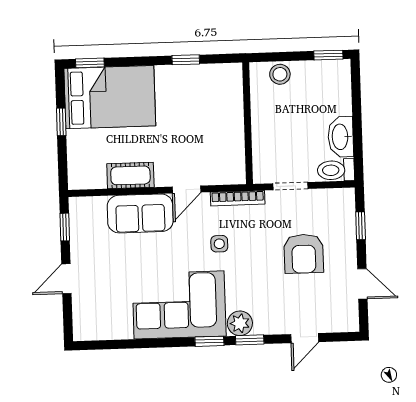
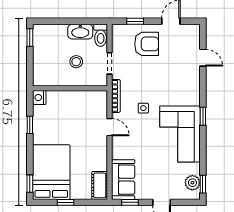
nightstand: (231, 74) -> (39, 98), added
stool: (280, 74) -> (76, 62), moved
cot: (130, 175) -> (100, 185), moved
sofa: (140, 213) -> (123, 180), moved
armchair: (304, 254) -> (147, 44), moved
plant: (240, 323) -> (192, 183), moved
window: (250, 340) -> (203, 184), moved

